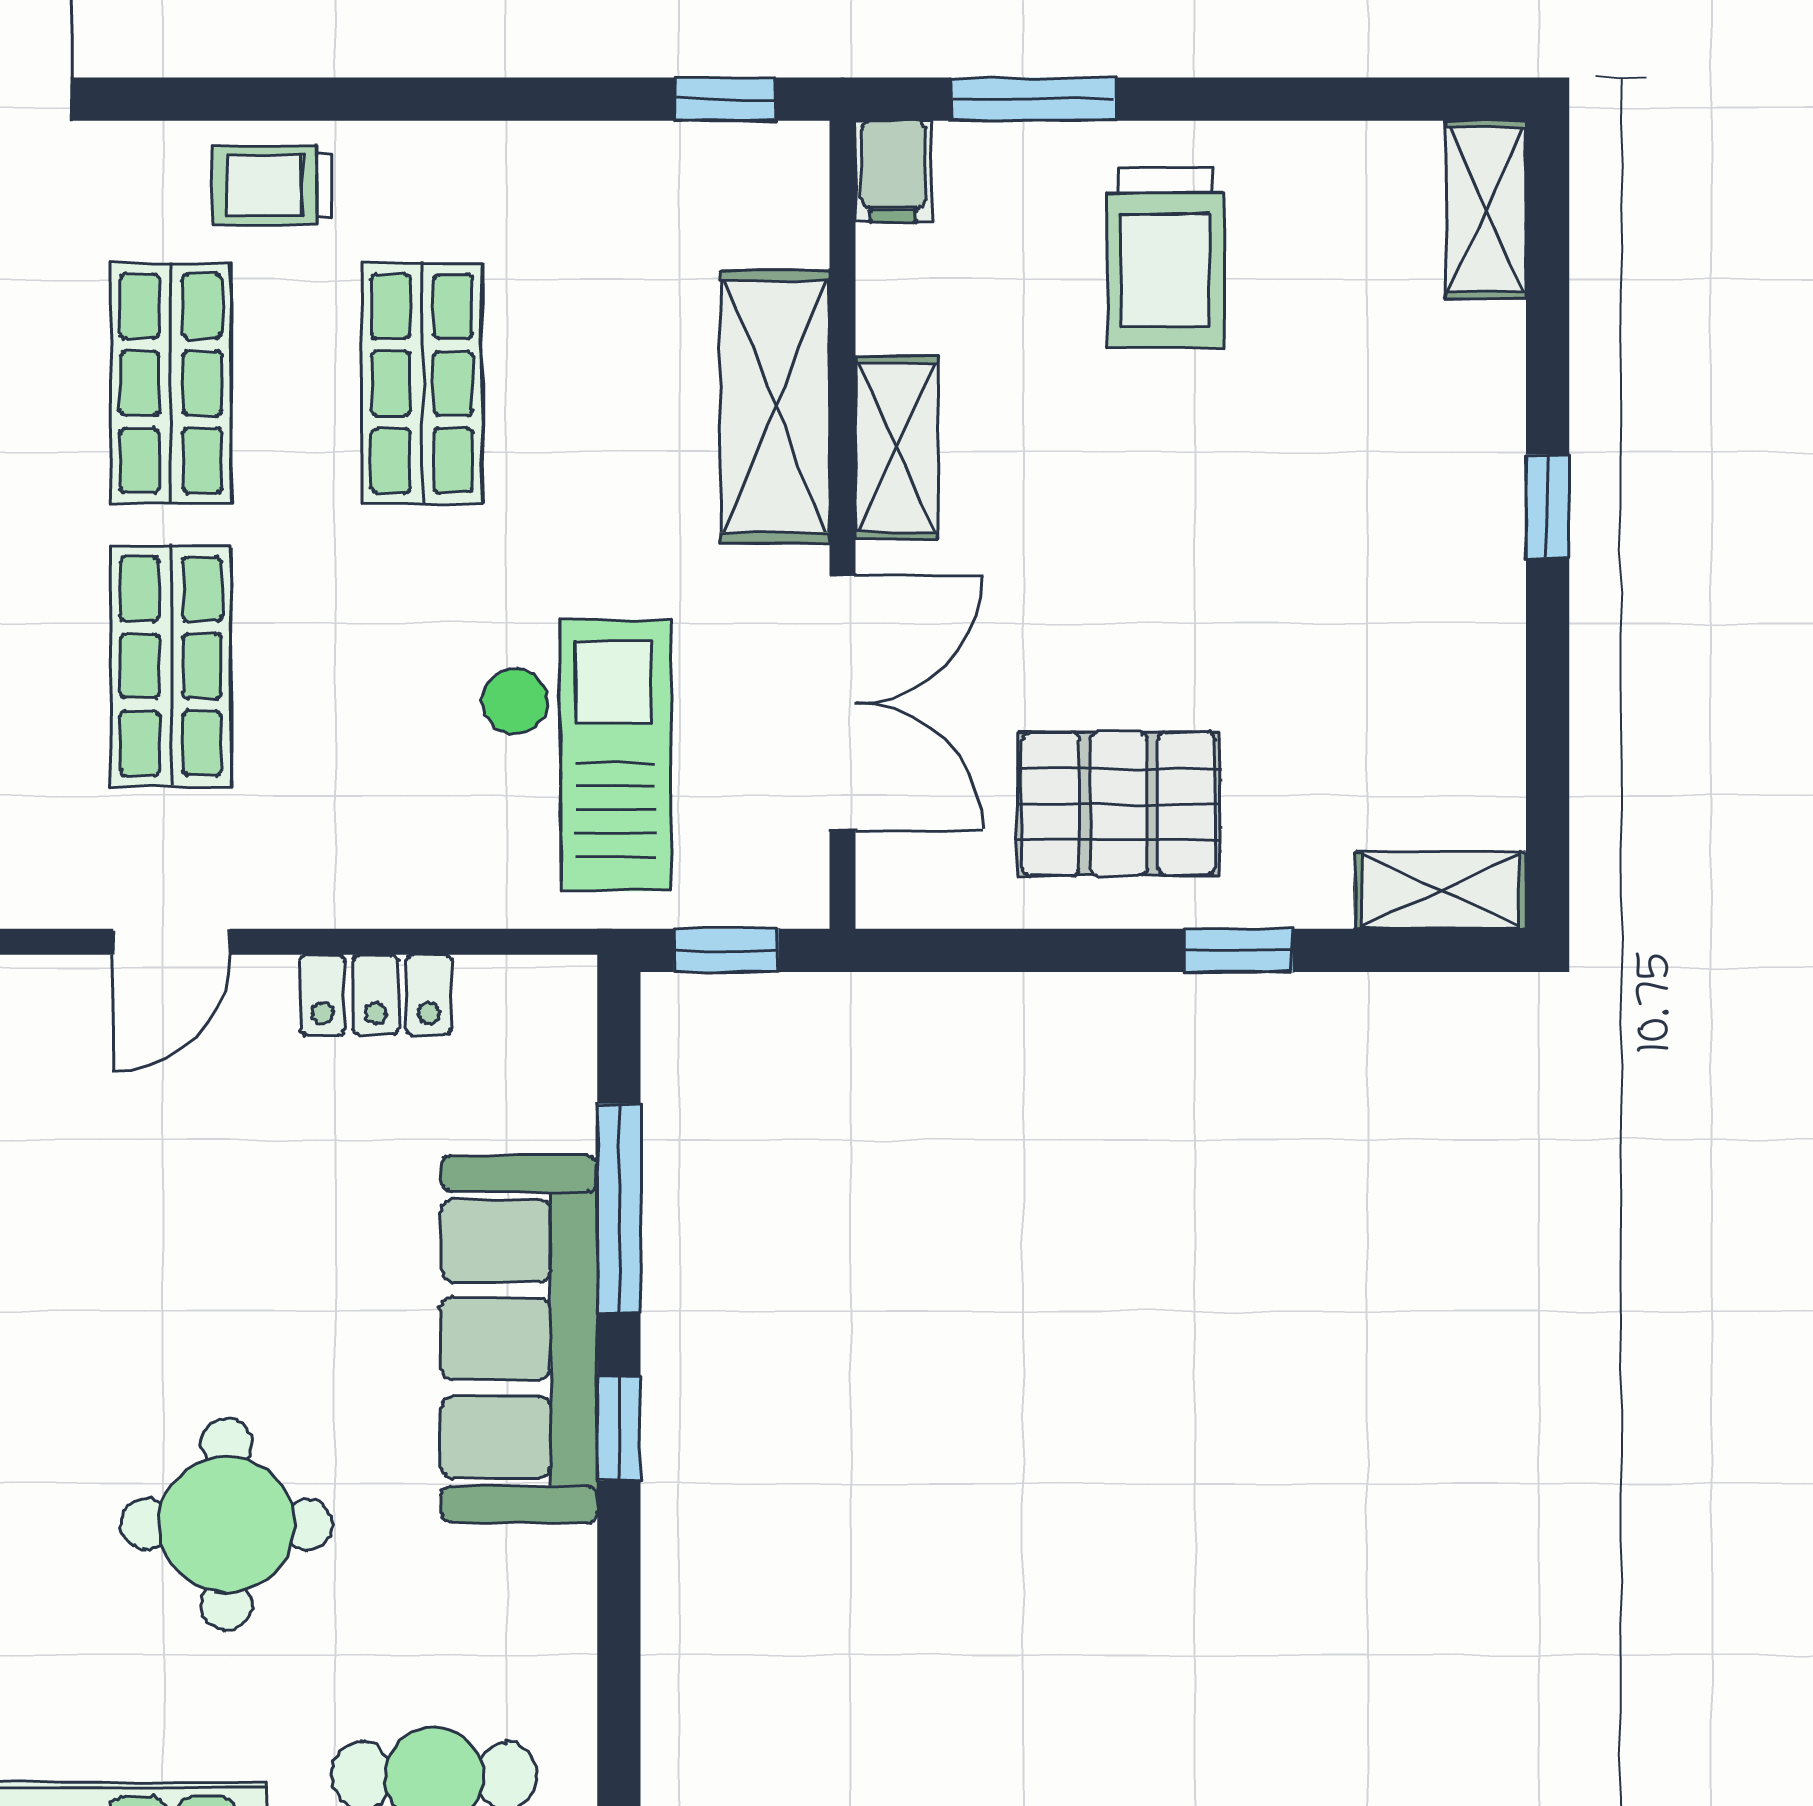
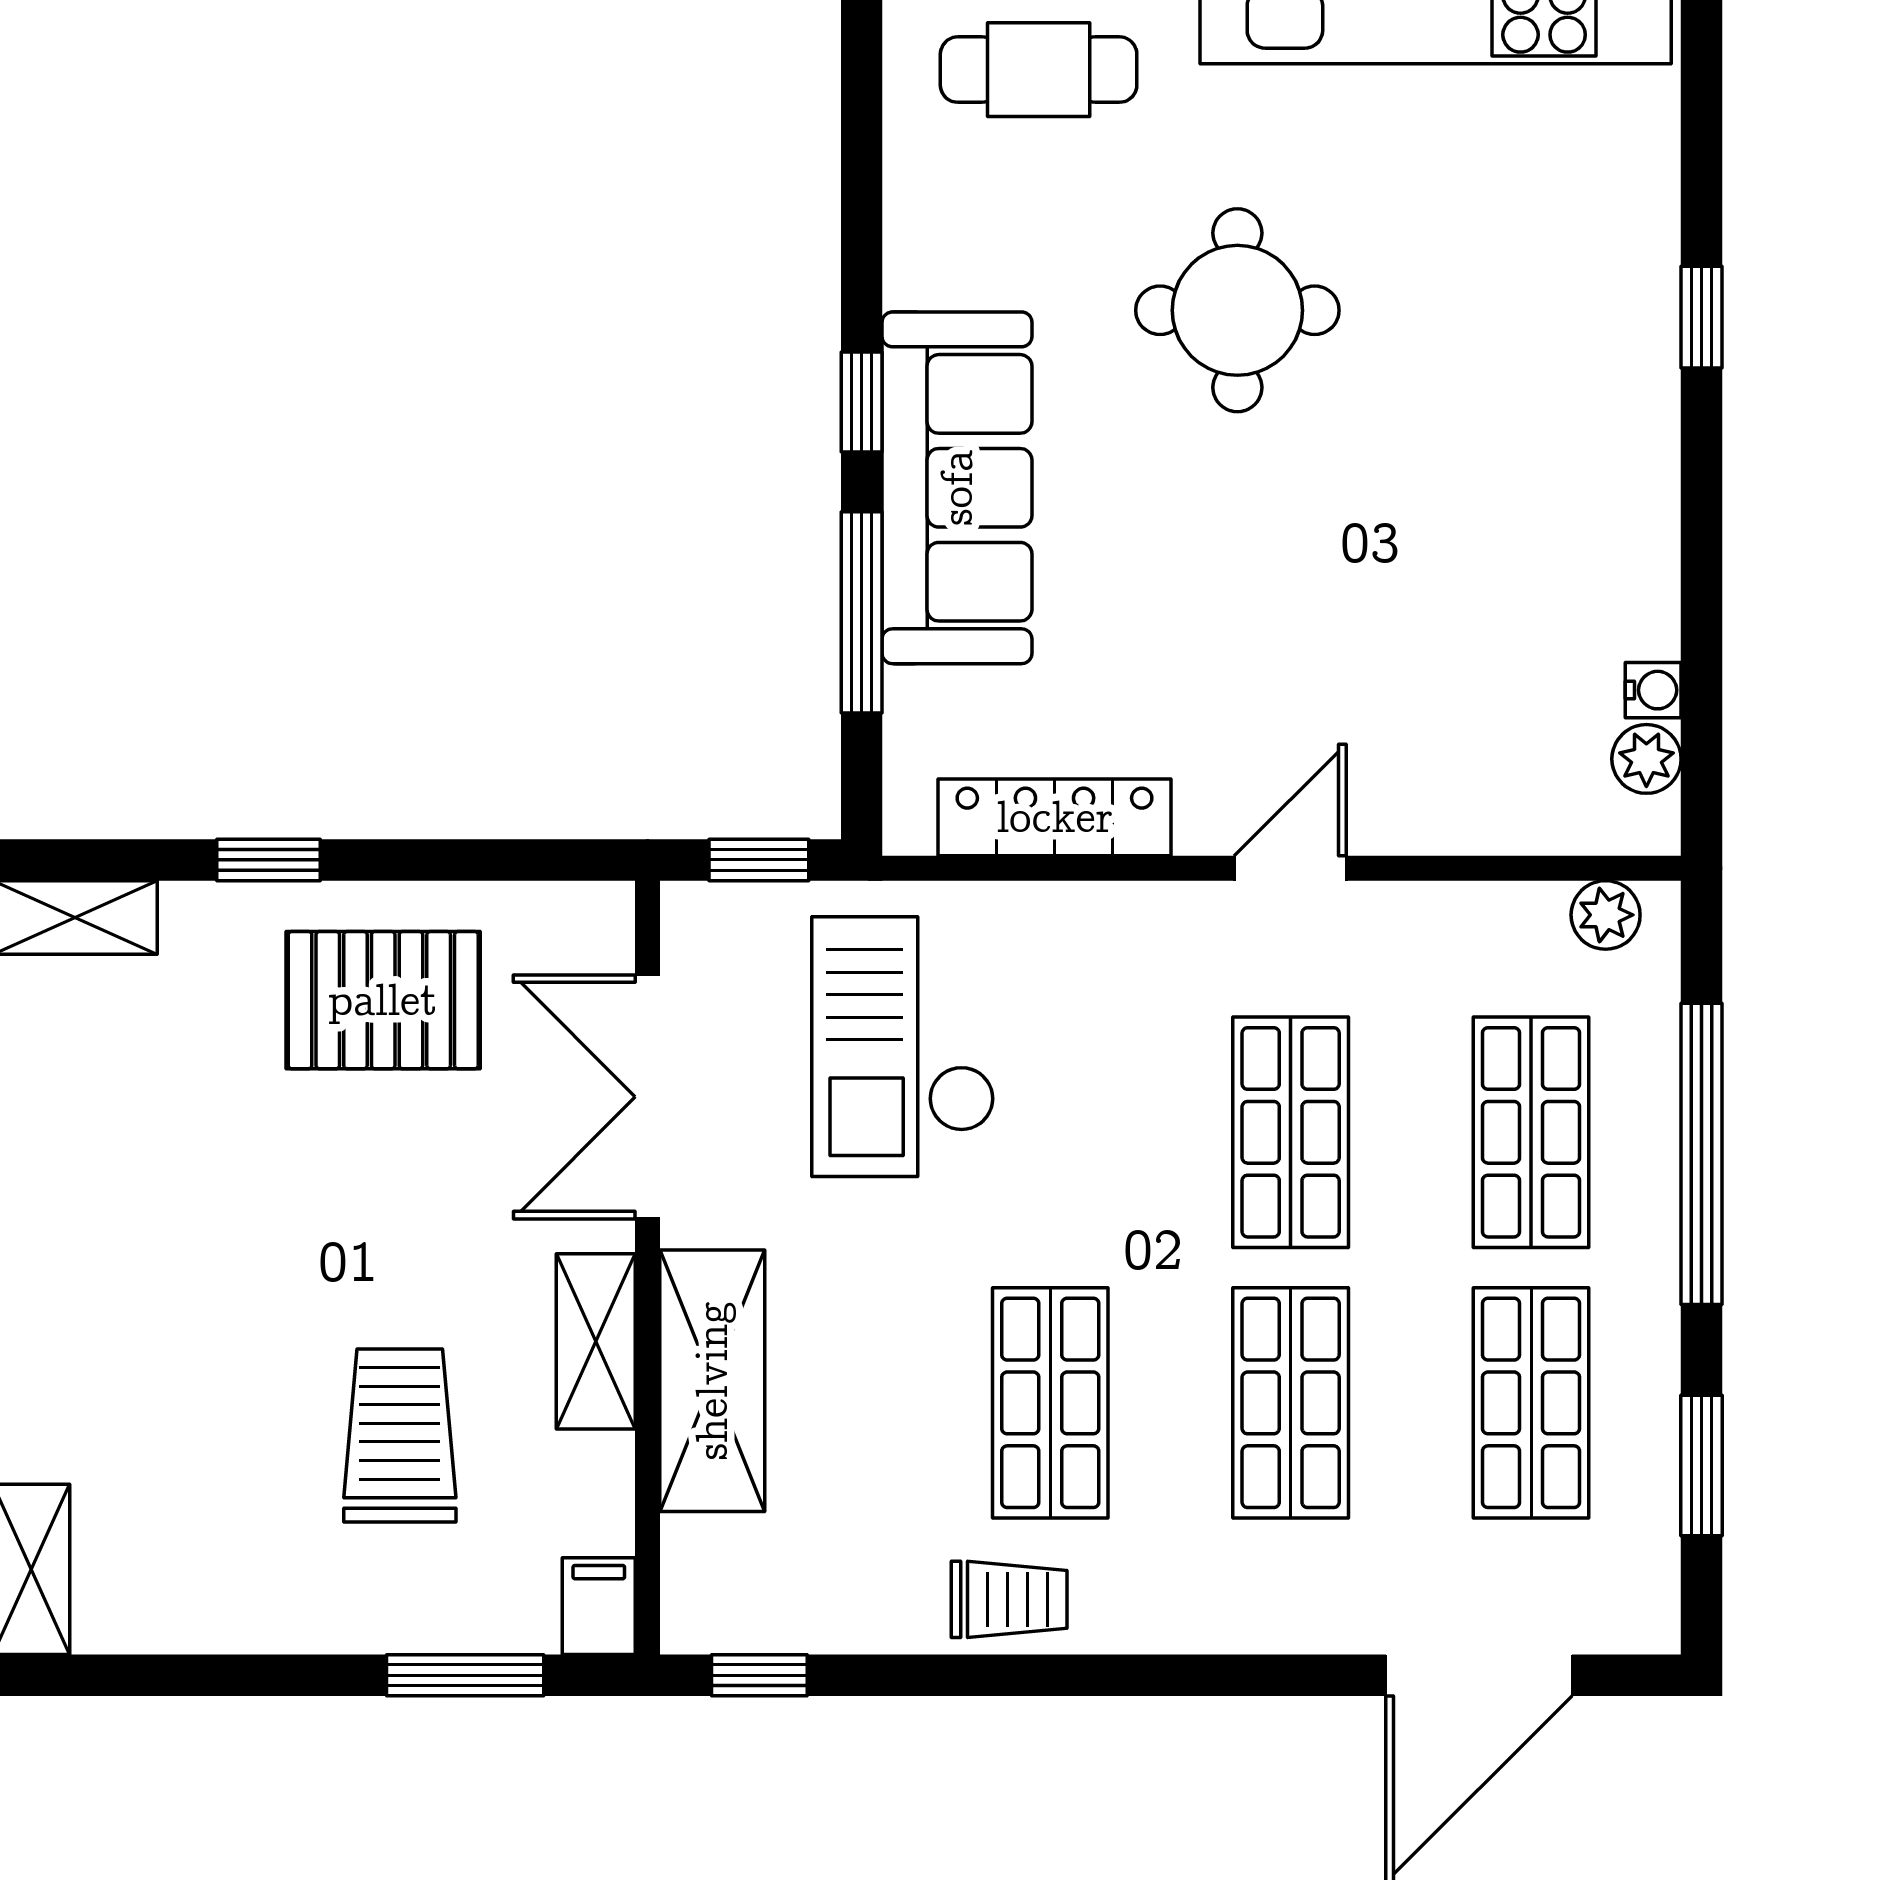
trolley: (273, 185) -> (1009, 1599), moved
trolley: (1165, 258) -> (400, 1435), moved
locker: (376, 995) -> (1055, 817), width x1.53

